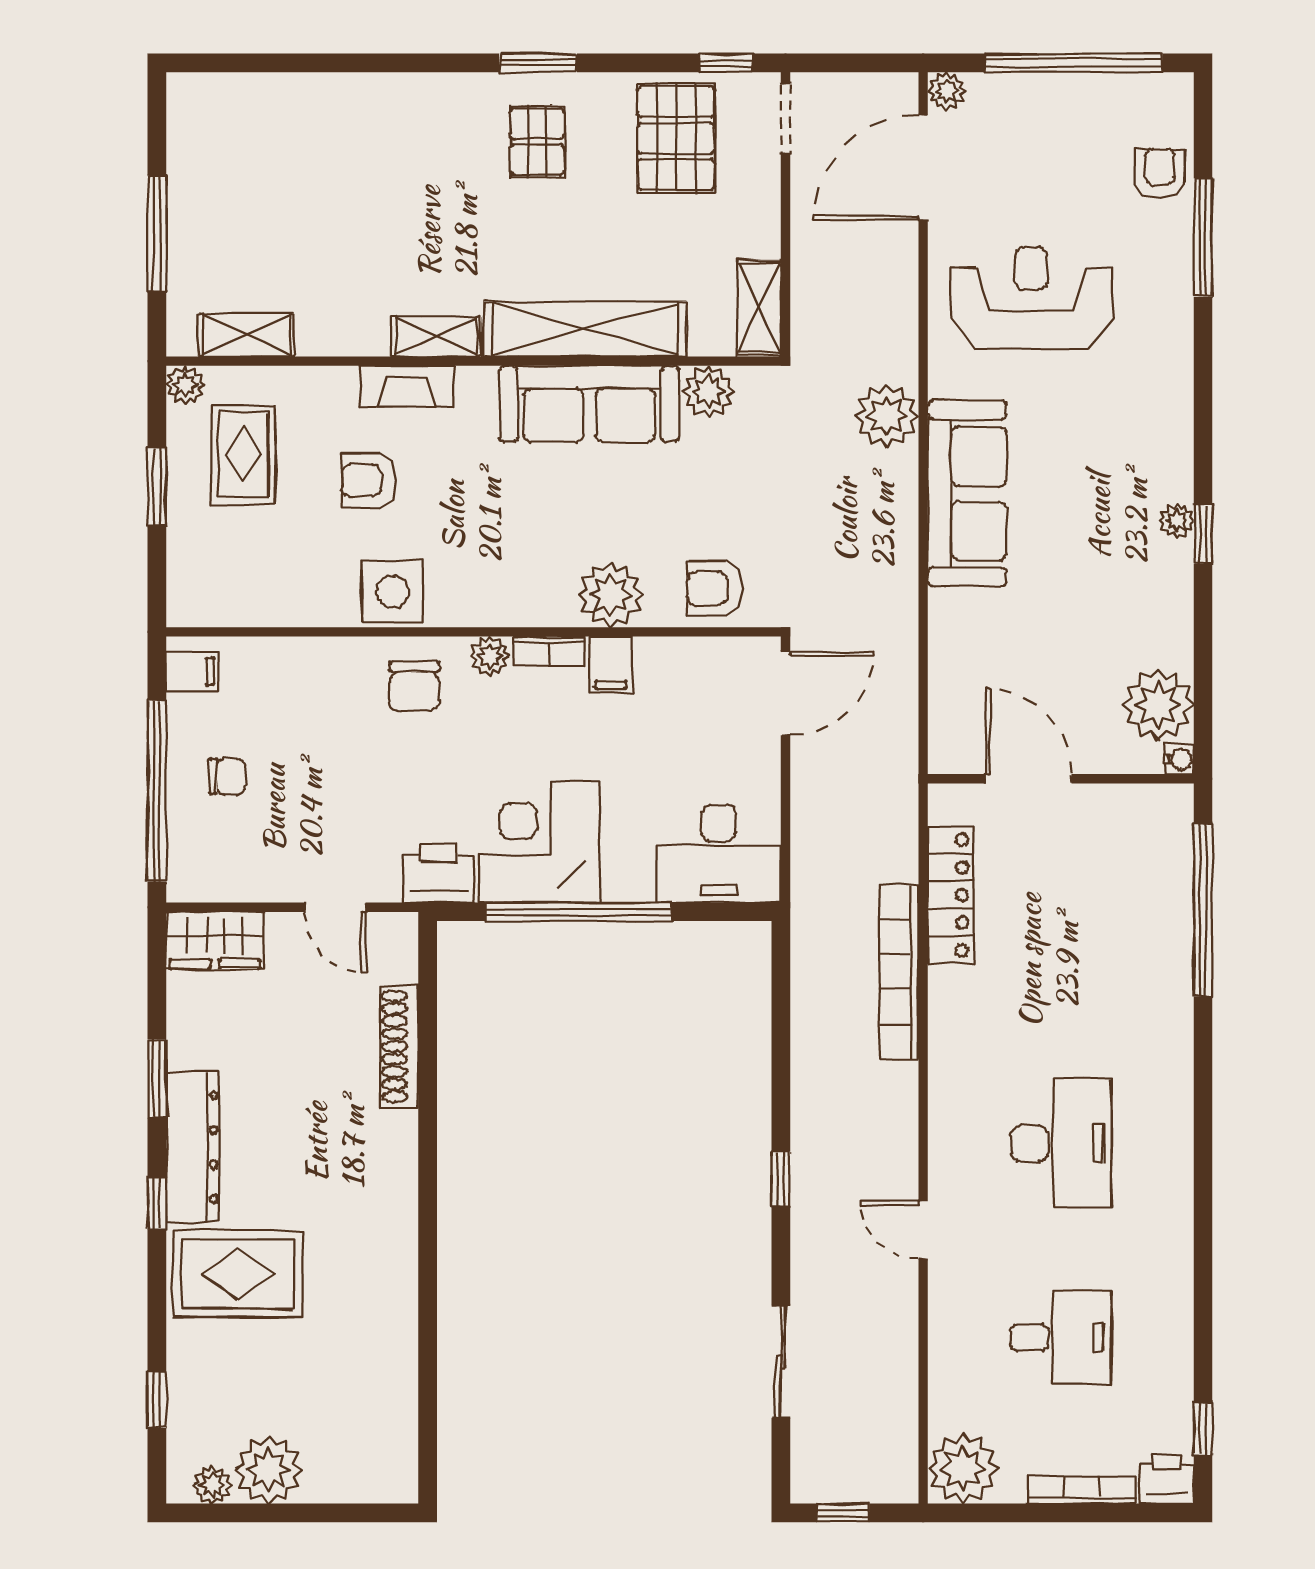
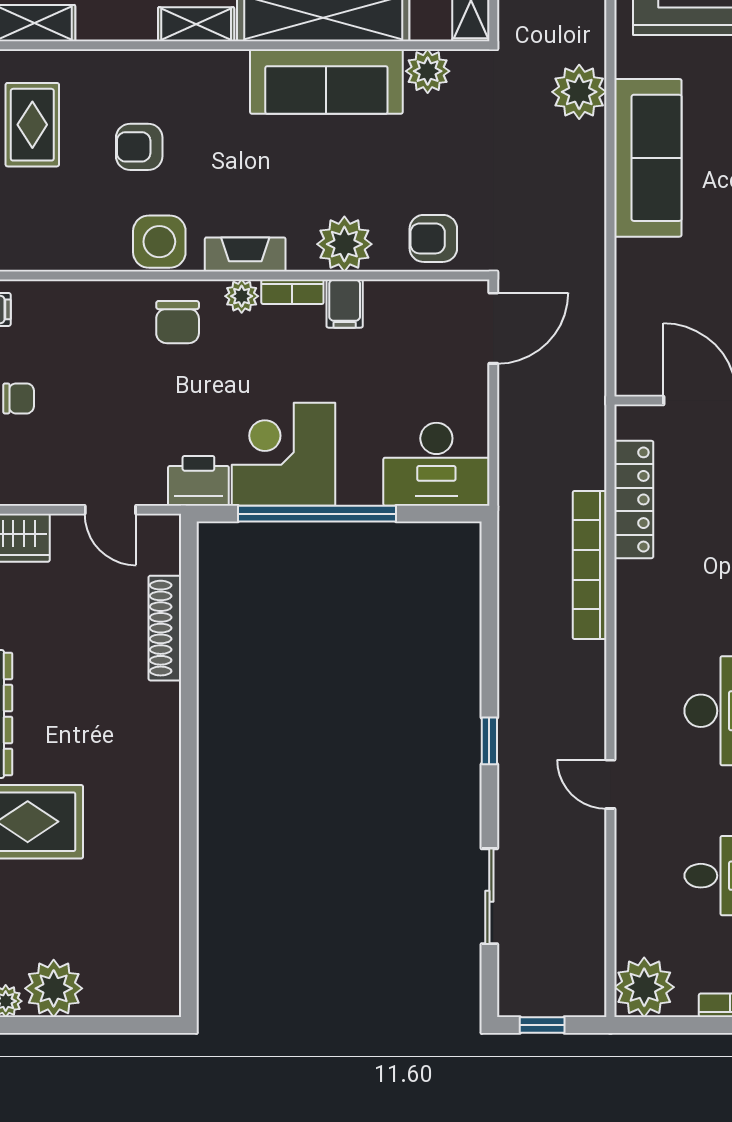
fireplace: (406, 386) -> (245, 254), moved, turned 180

